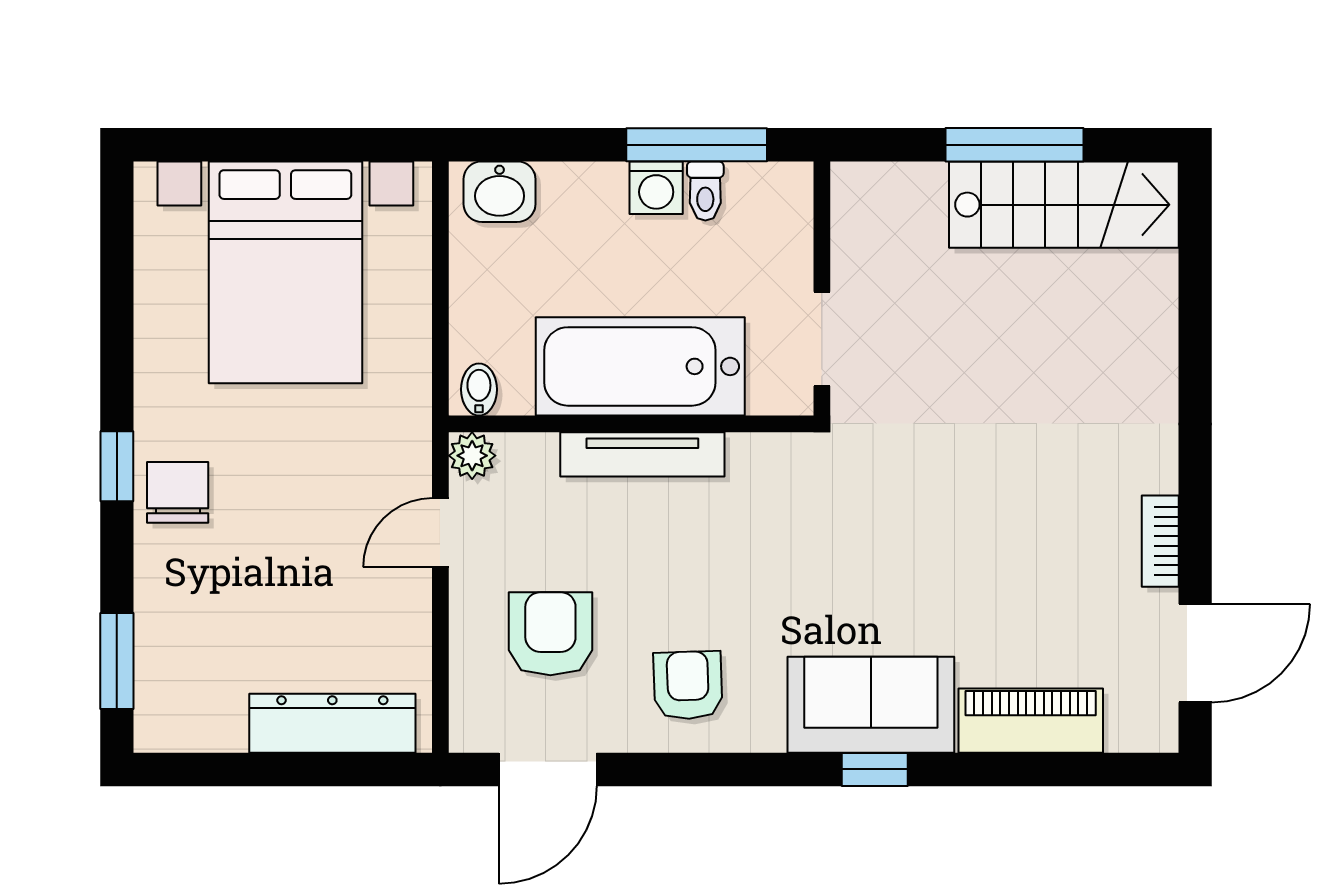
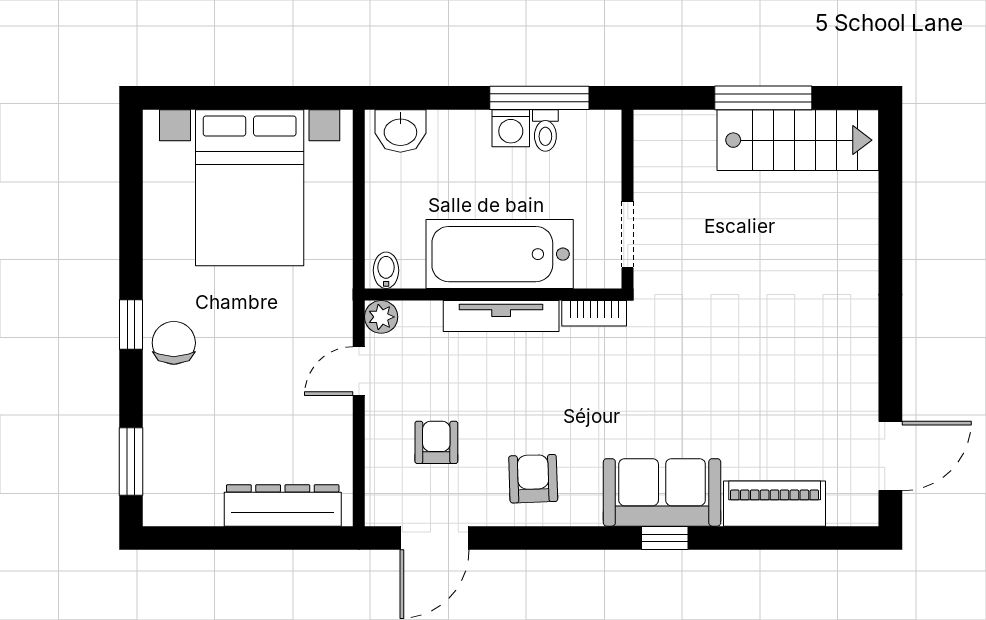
bookcase: (1160, 541) -> (594, 313), moved, turned -90
armchair: (550, 634) -> (436, 442), width x0.72, depth x0.72

